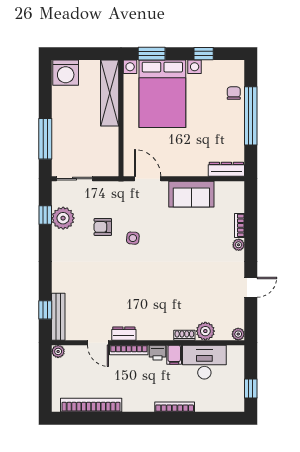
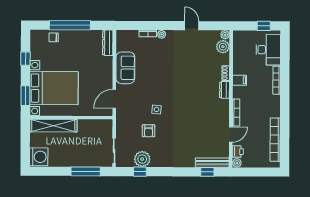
plant: (205, 331) -> (223, 47), moved
dresser: (124, 334) -> (225, 90), moved
printer: (157, 353) -> (238, 152), moved
desk: (204, 362) -> (268, 50), moved, turned 180

